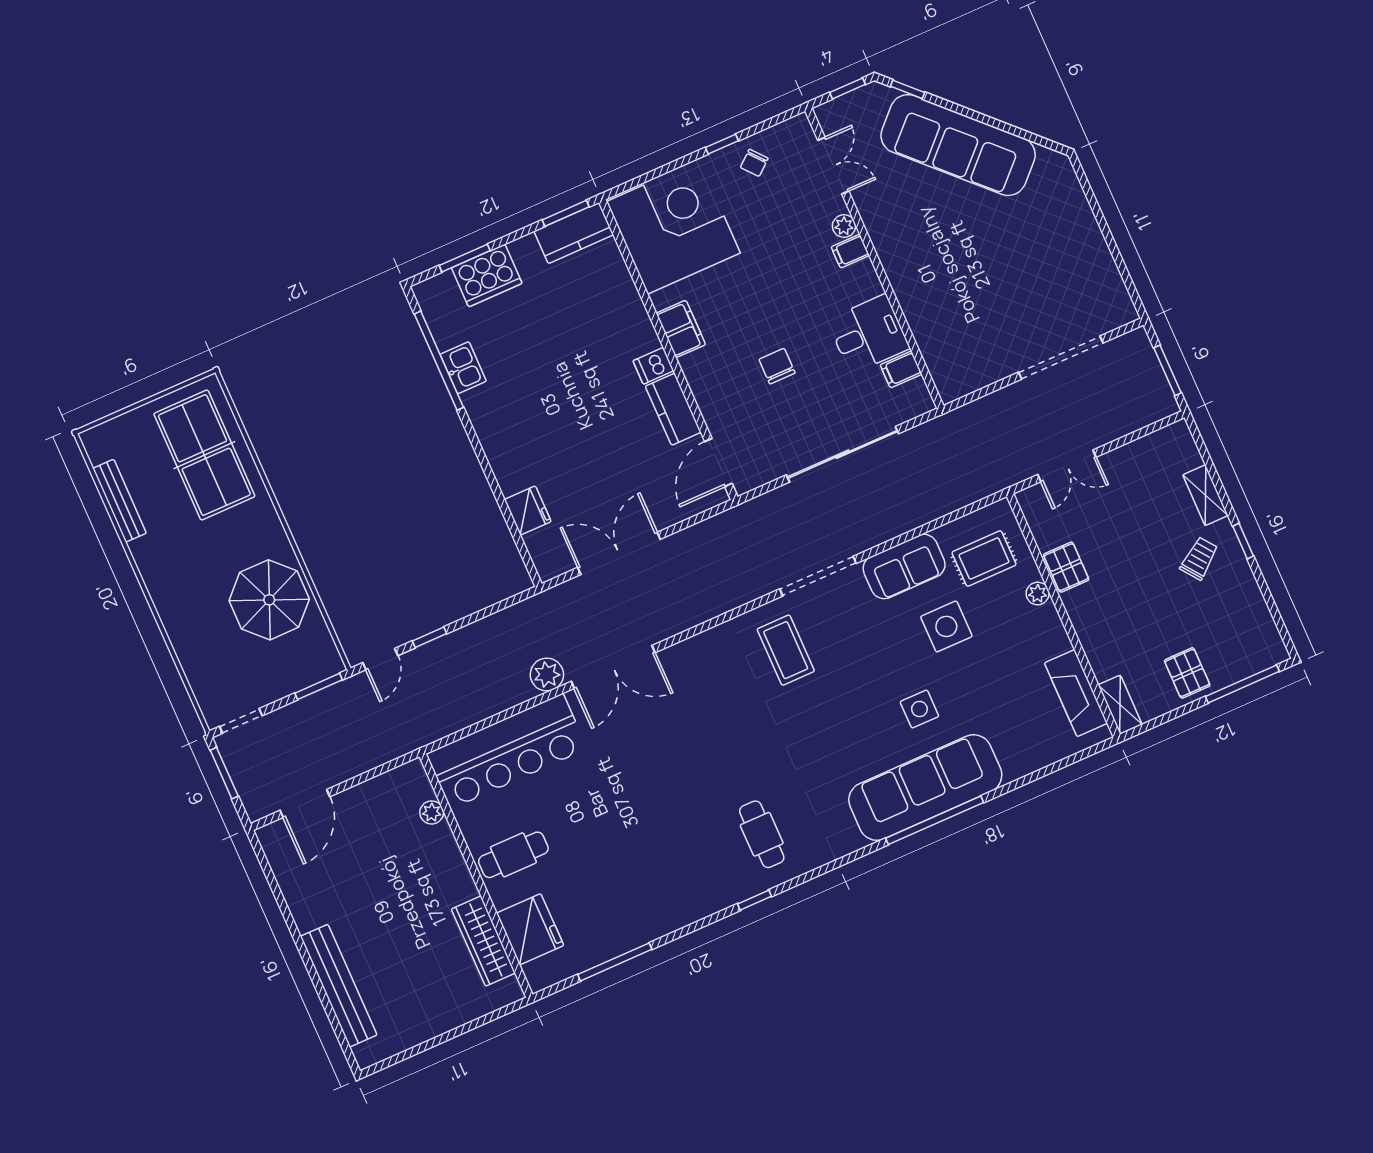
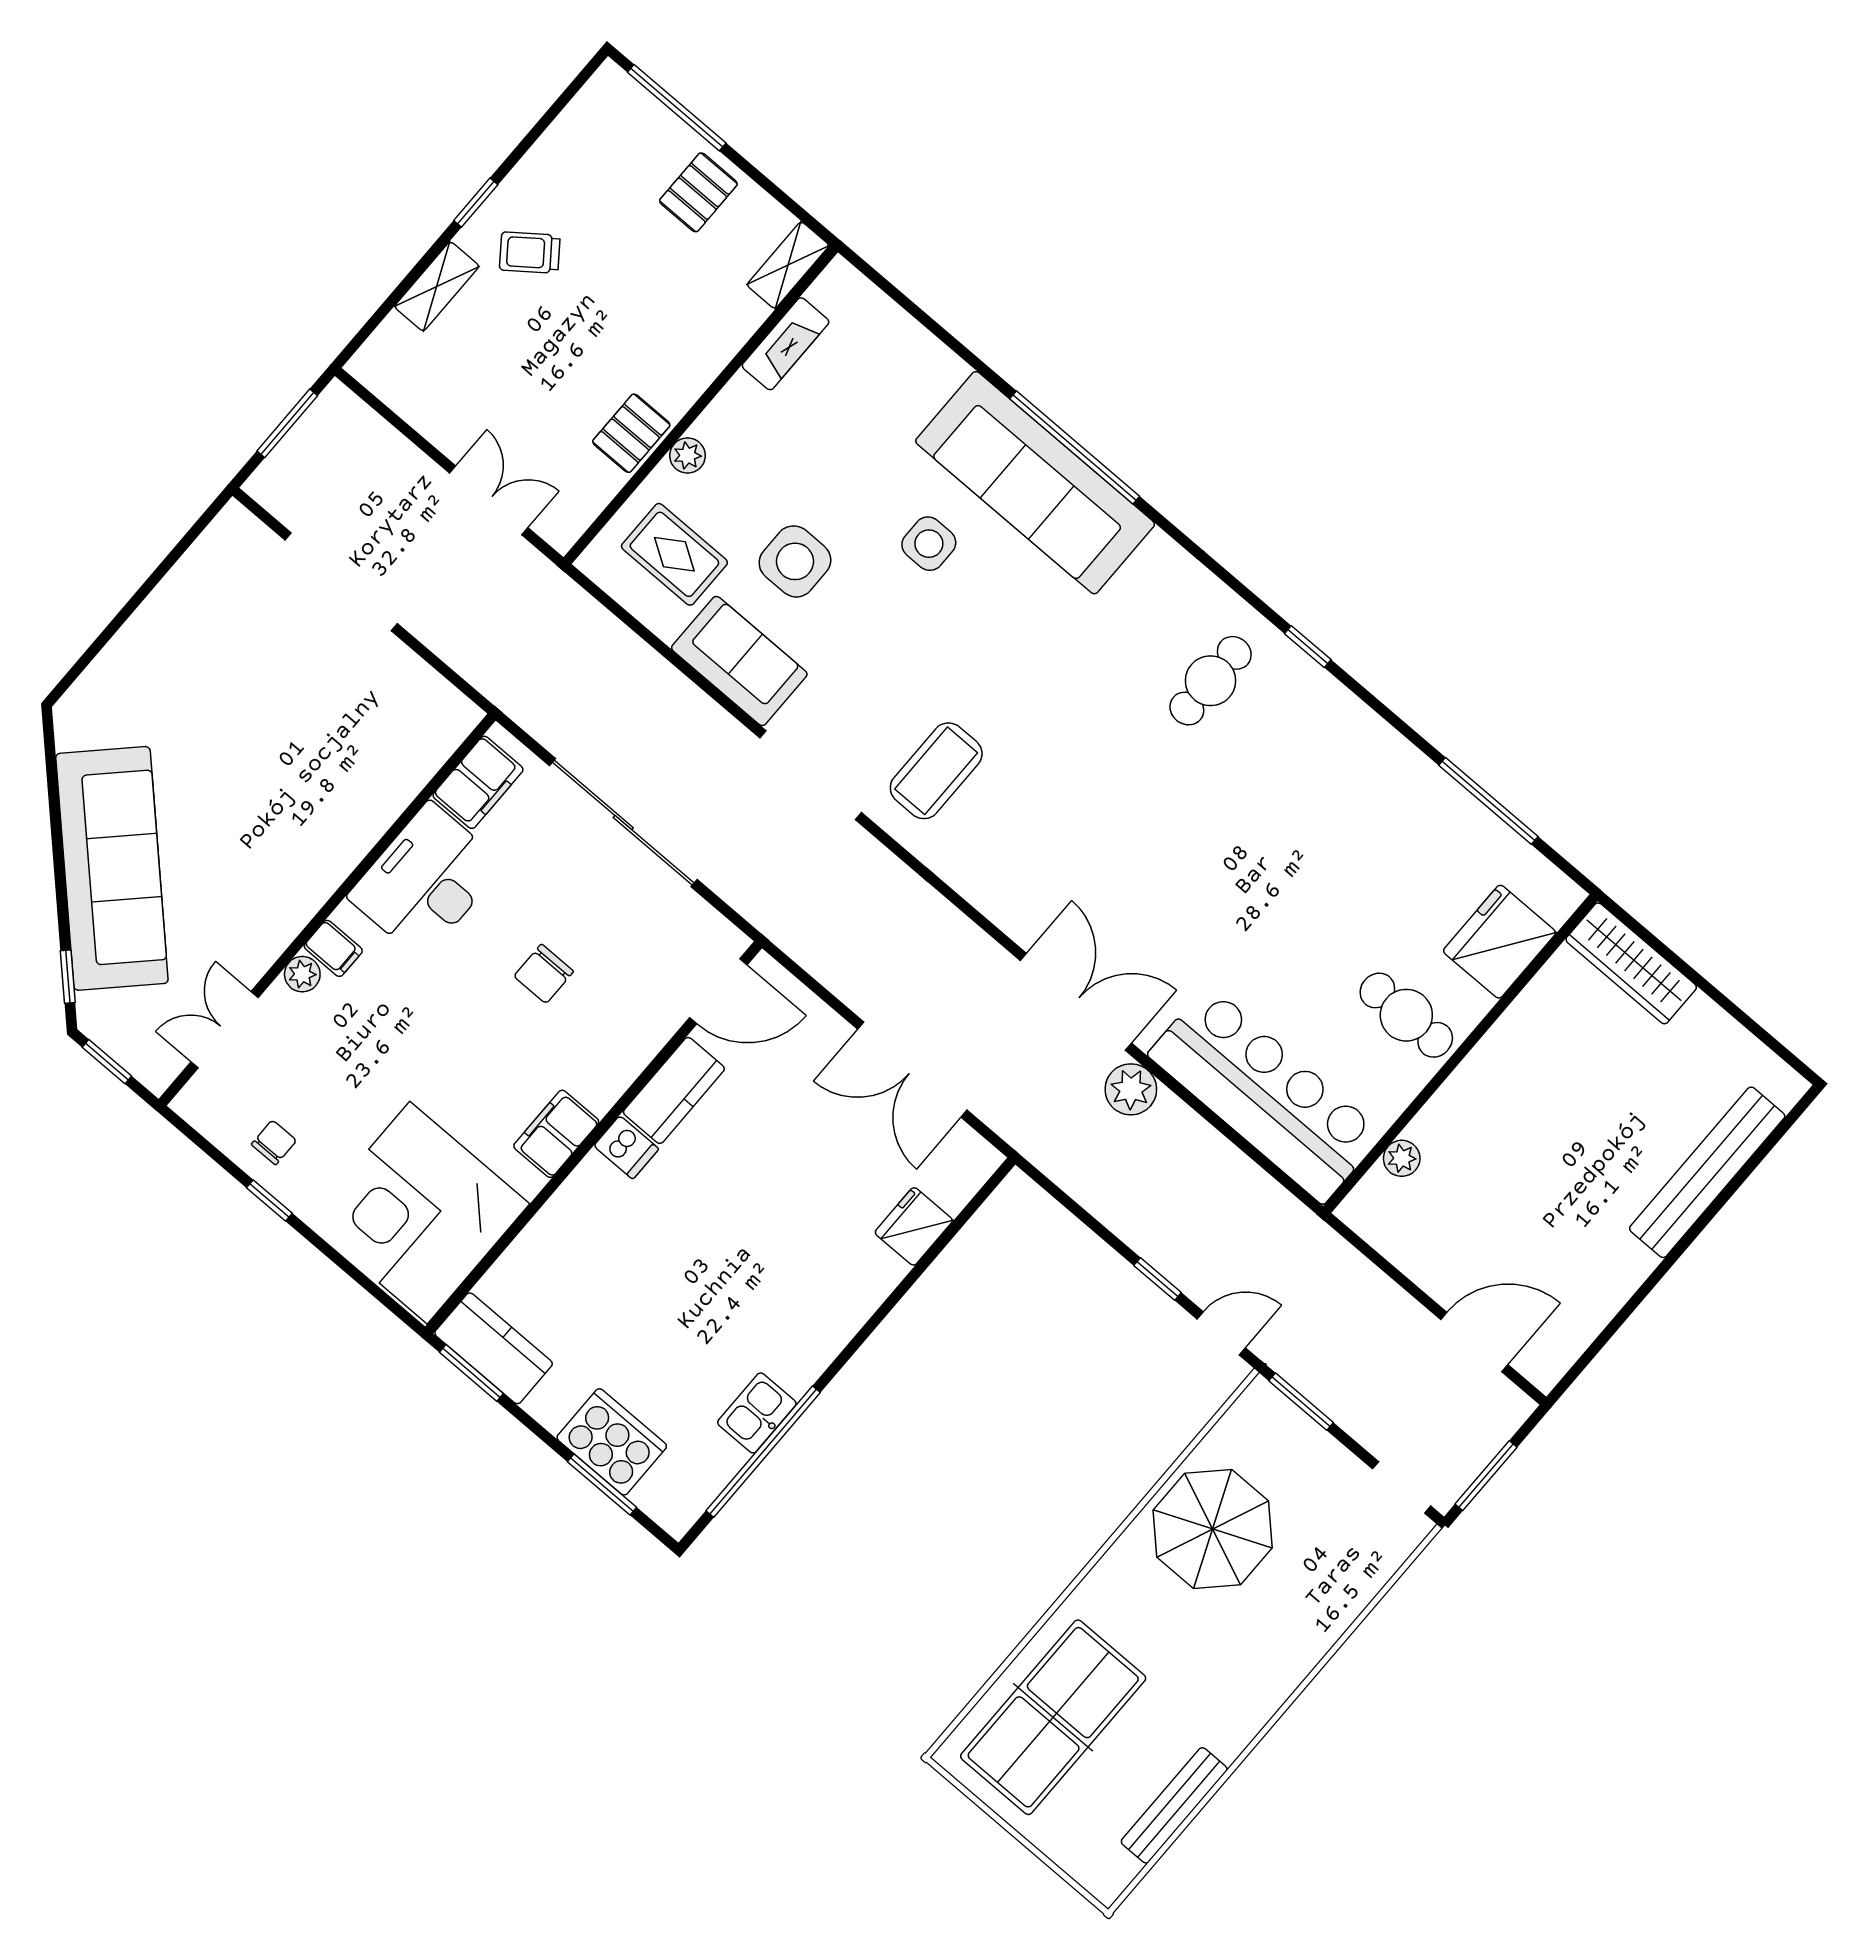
chair: (754, 163) -> (274, 1142), turned -50
desk: (868, 334) -> (426, 881), width x1.37
filing cabinet: (901, 369) -> (478, 782), width x2.00
fireplace: (1076, 693) -> (786, 344), width x0.73, depth x0.76
wardrobe: (483, 941) -> (1631, 963), moved, turned 90

